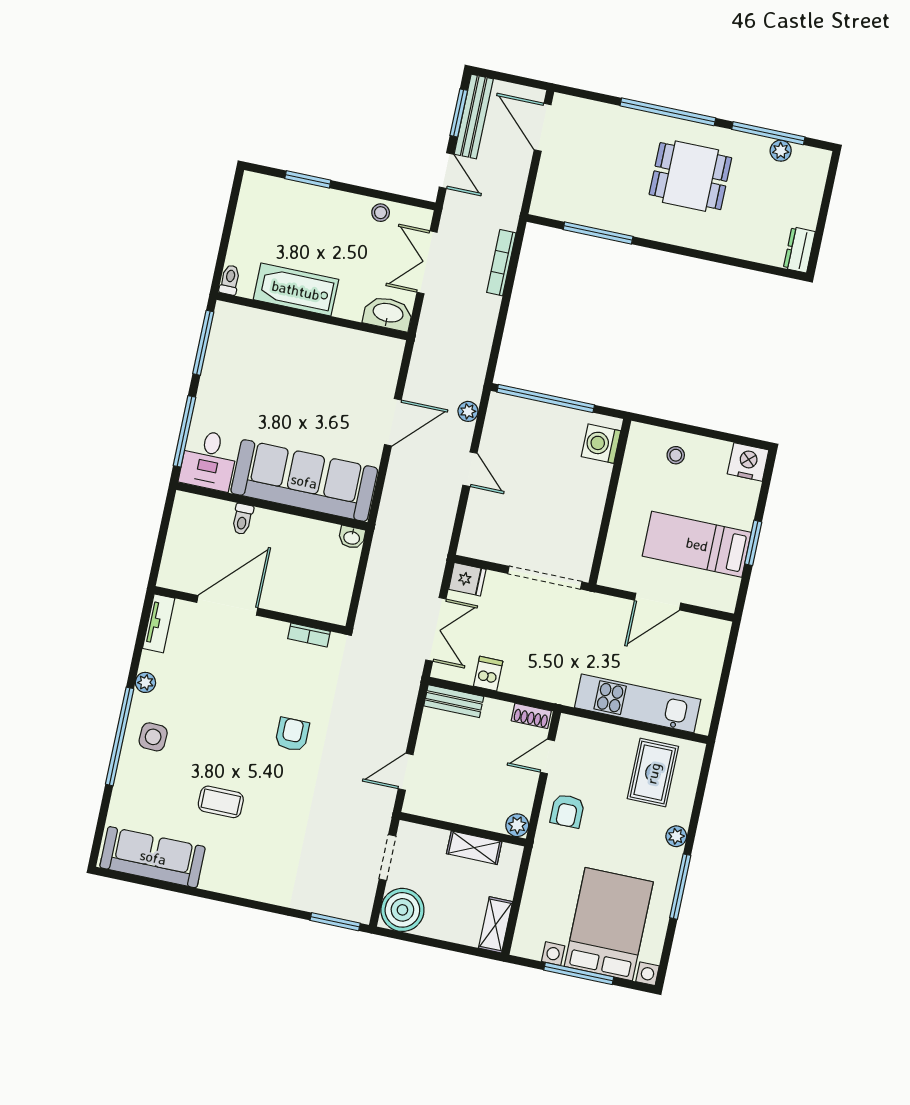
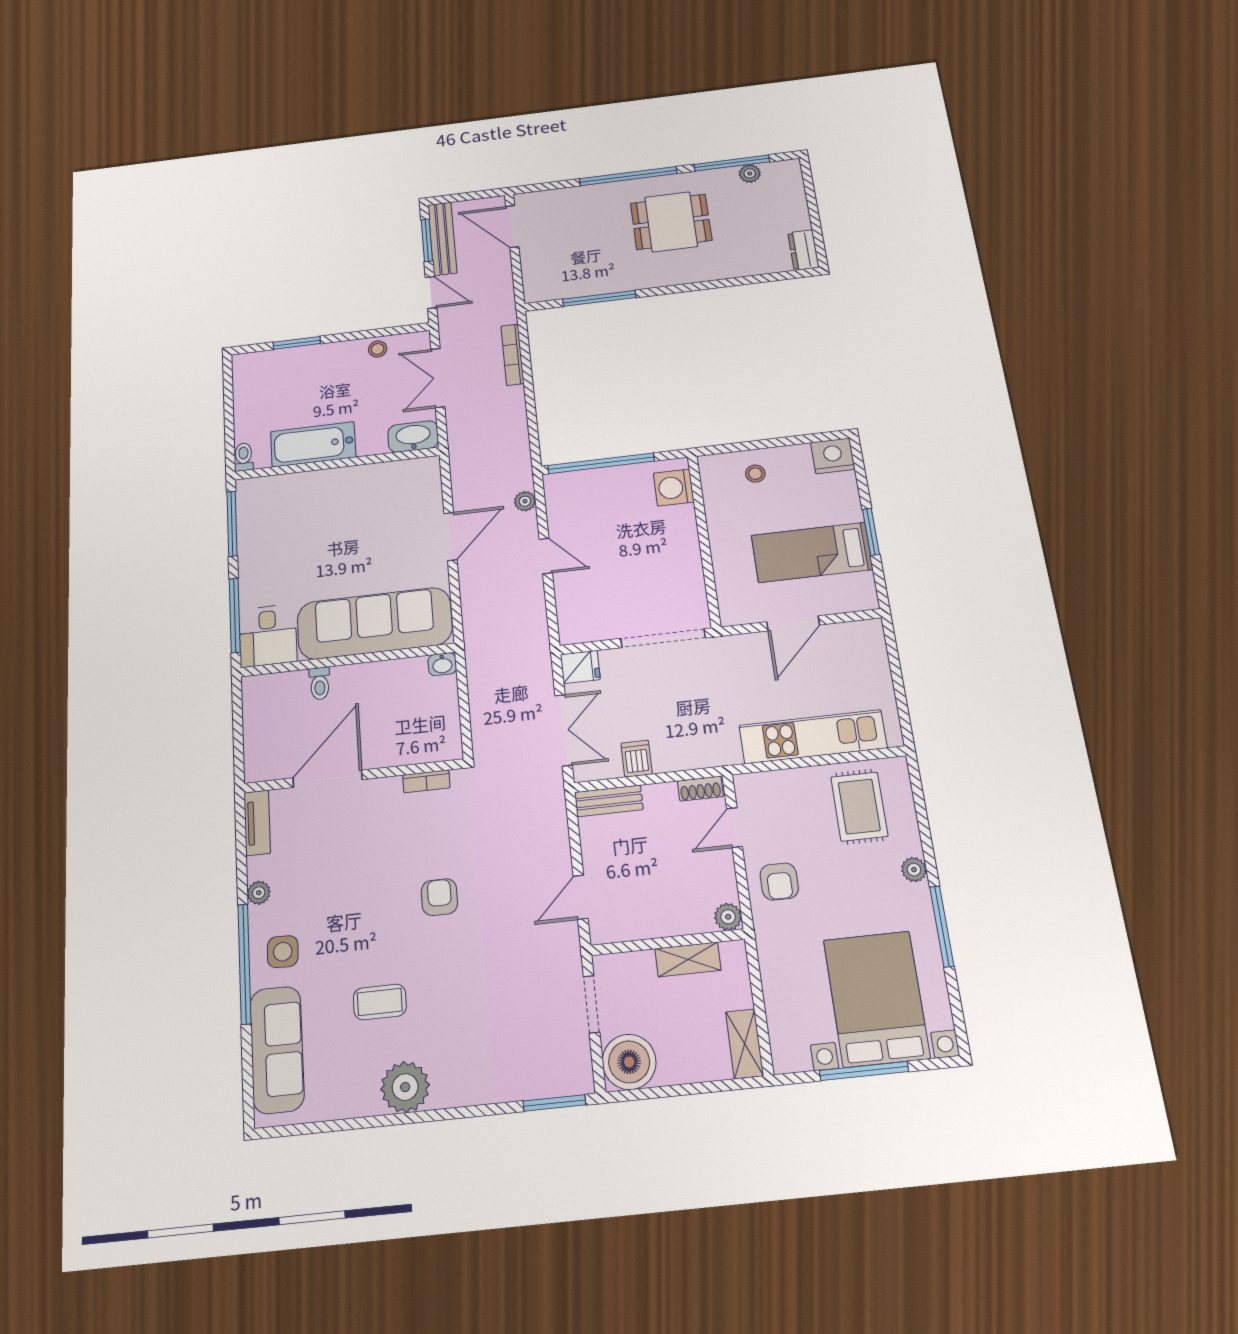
sofa: (153, 857) -> (277, 1050), moved, turned 90
plant: (223, 873) -> (405, 1087), added

